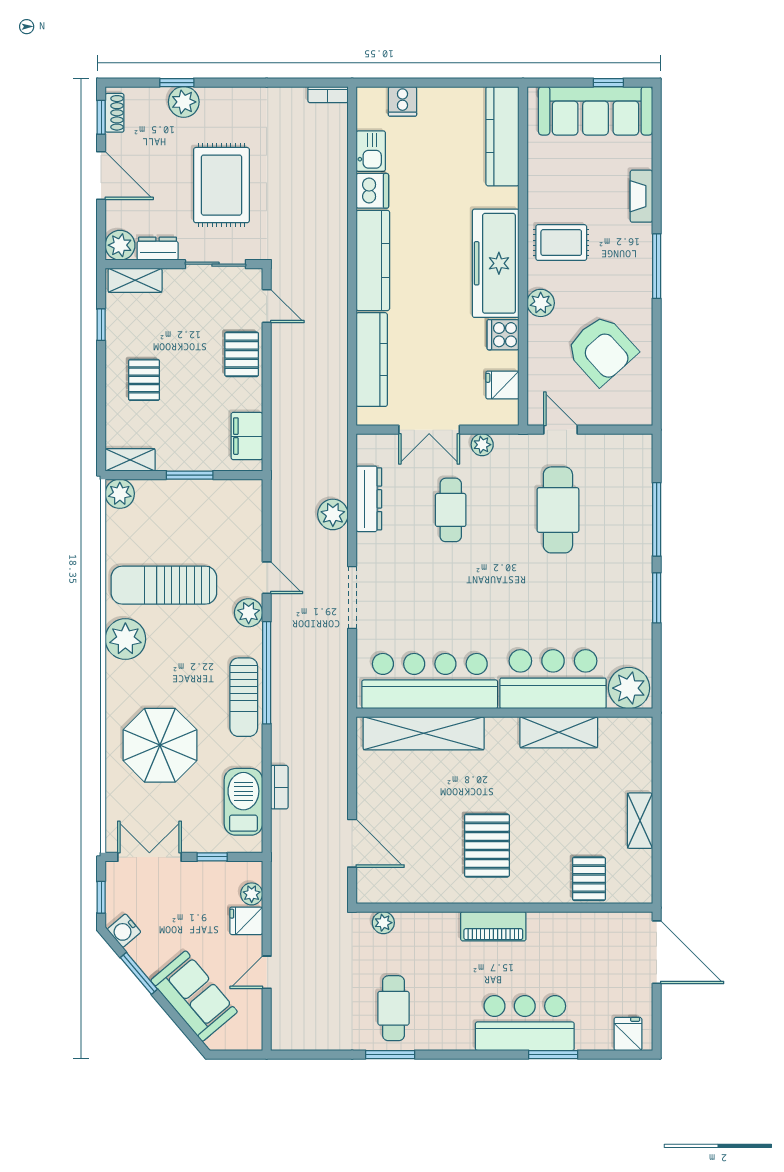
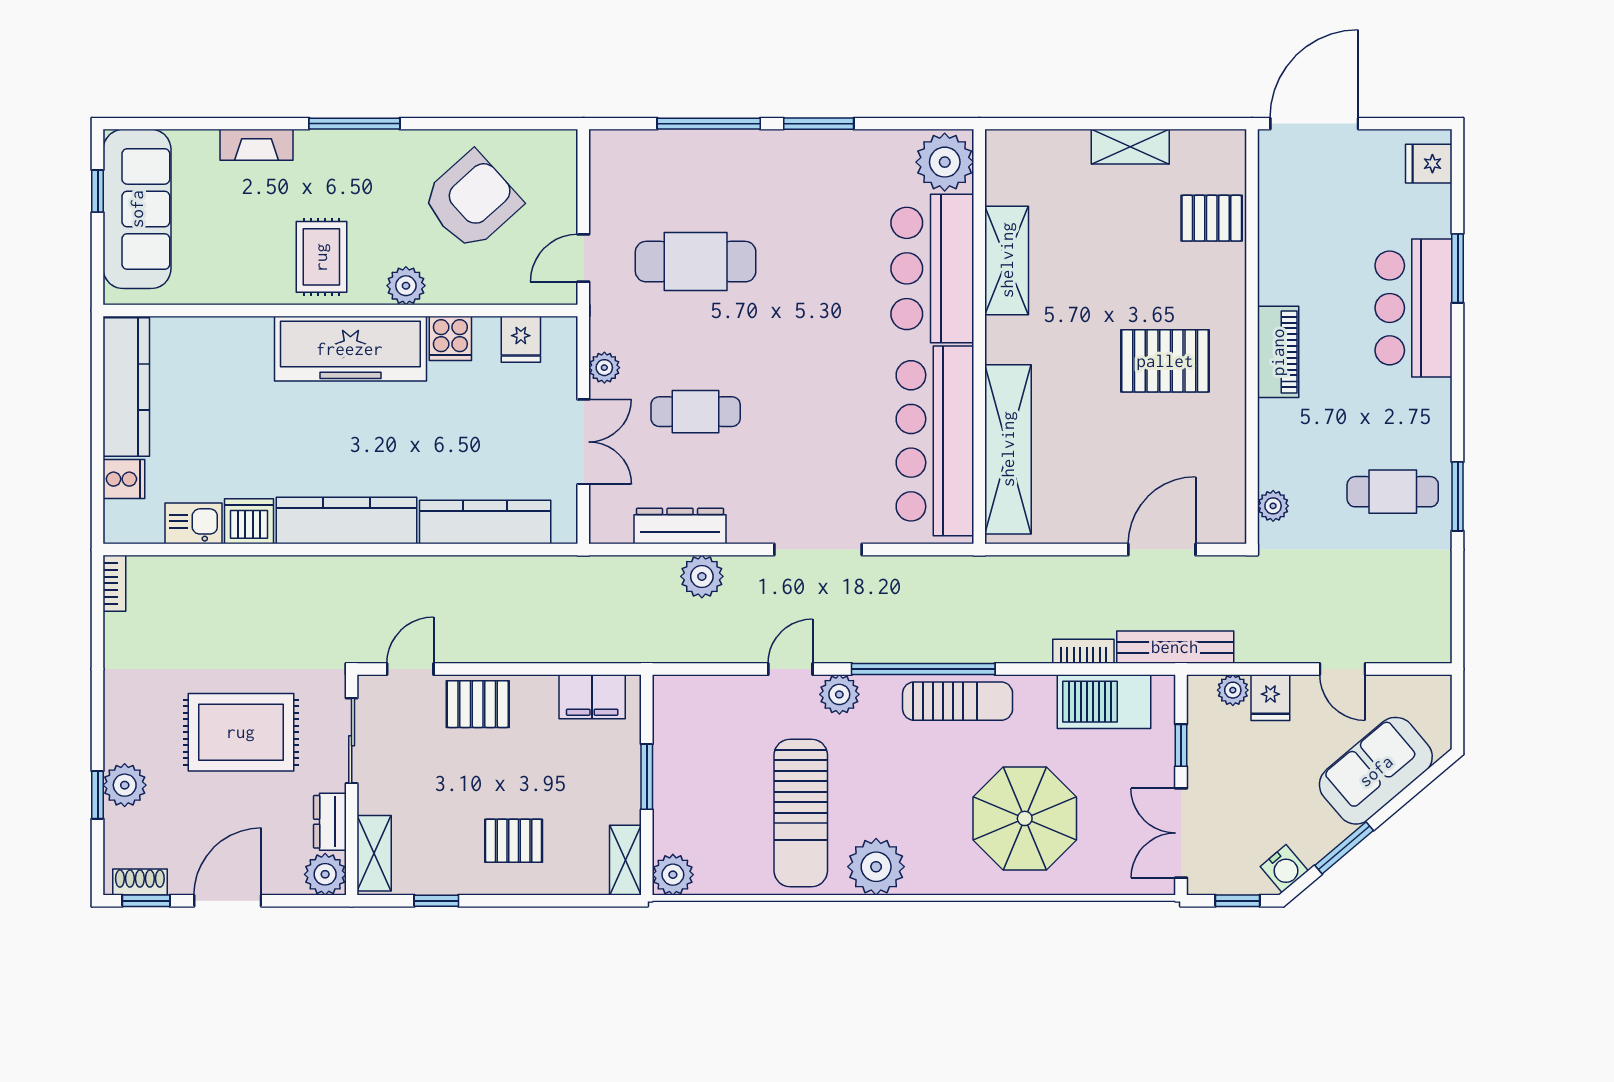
kitchen counter: (502, 136) -> (126, 387), moved, turned -90
bench: (282, 853) -> (1175, 647), added

